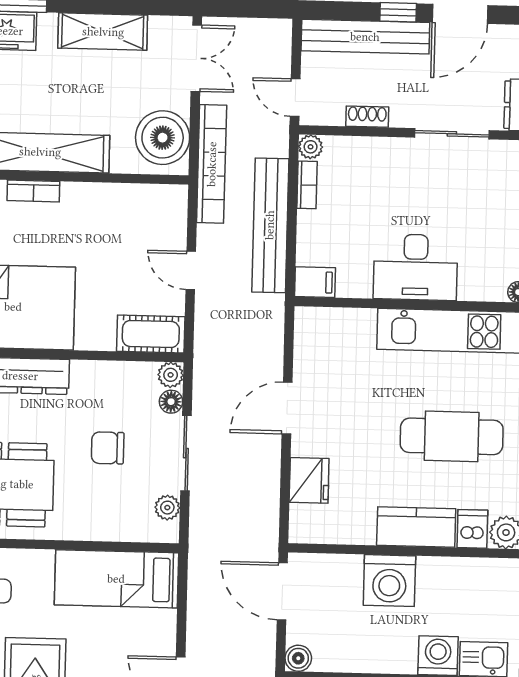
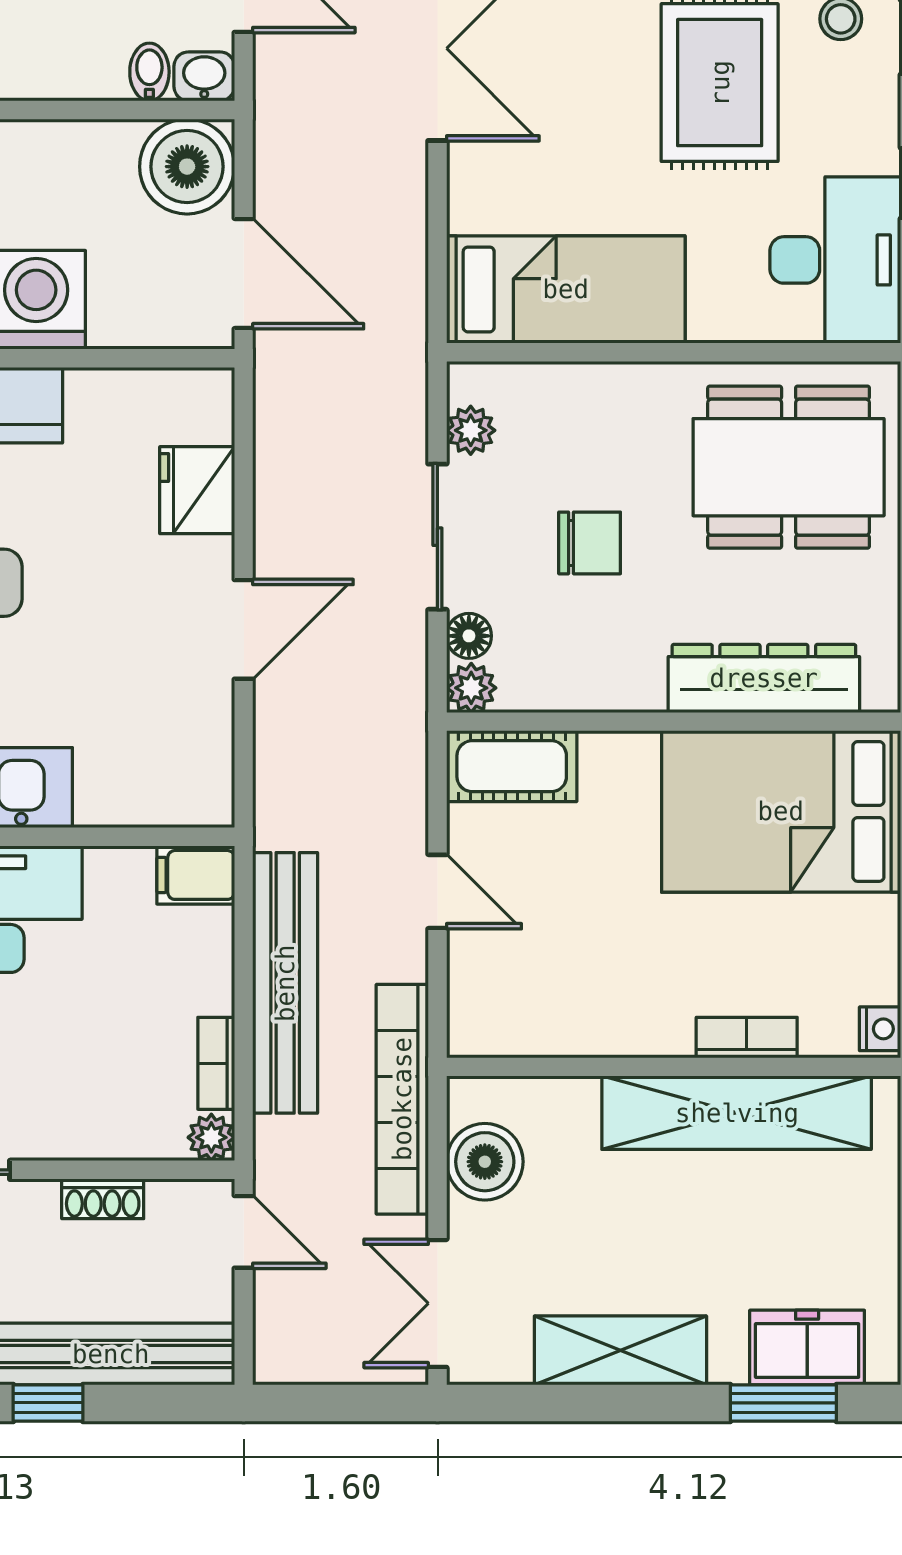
boiler: (163, 138) -> (485, 1162), width x0.73, depth x0.73
boiler: (298, 658) -> (187, 167), width x1.86, depth x1.86

